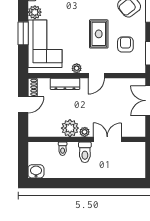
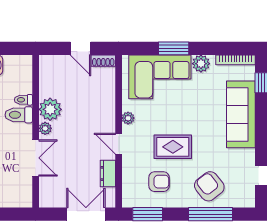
dresser: (65, 84) -> (108, 173), moved, width x0.70
toilet: (85, 152) -> (19, 115), moved

